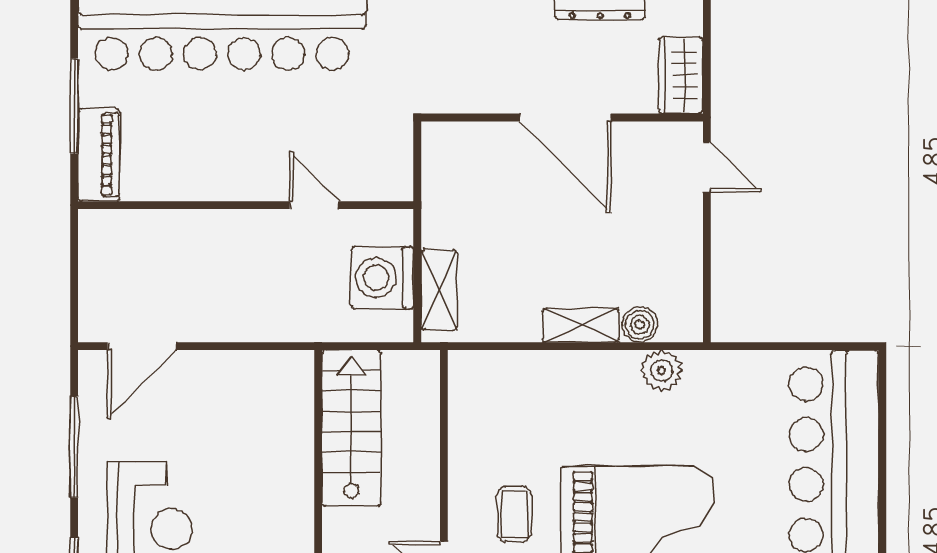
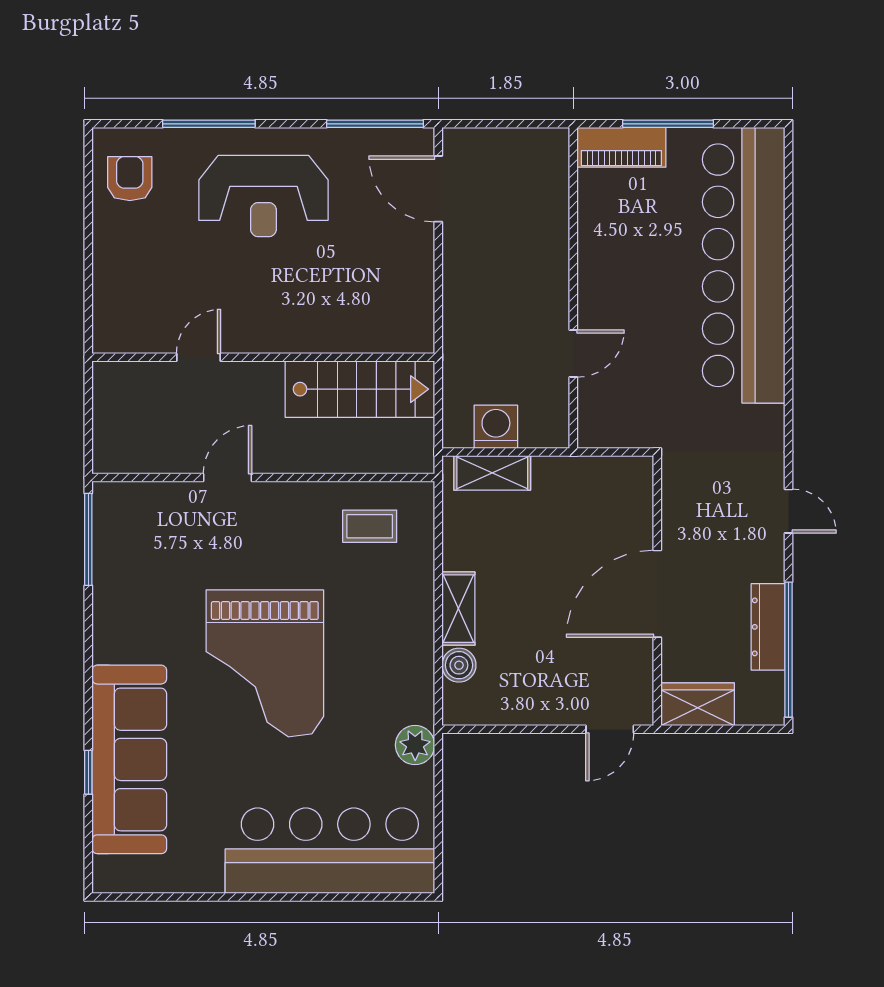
washing machine: (382, 278) -> (496, 427), width x0.73, depth x0.73
plant: (662, 371) -> (415, 745), moved
window: (74, 447) -> (375, 124), moved
coffee table: (514, 514) -> (370, 526), moved

